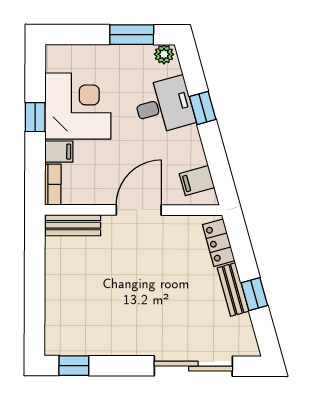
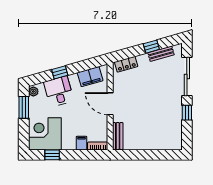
corner desk: (78, 106) -> (45, 134), moved
window: (35, 117) -> (52, 155), moved
filing cabinet: (197, 181) -> (90, 77), width x2.00
bench: (233, 290) -> (161, 54), moved
window: (74, 366) -> (187, 113), moved

